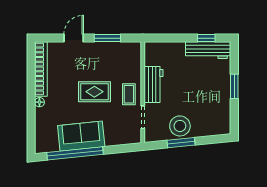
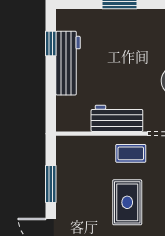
workbench: (208, 50) -> (68, 63), moved

